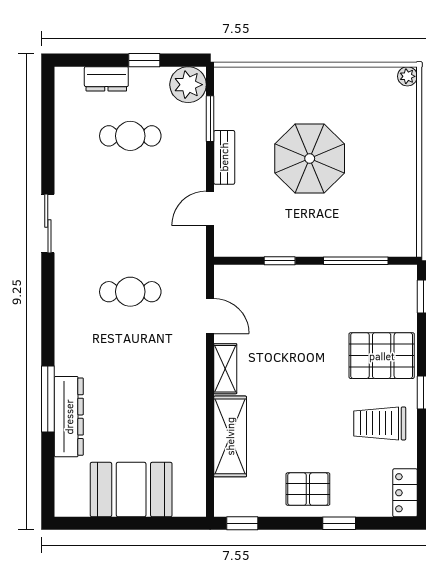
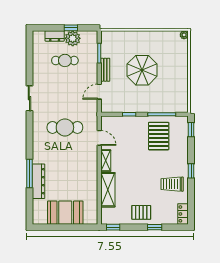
plant: (188, 85) -> (73, 38), moved
cafe table: (130, 292) -> (65, 127), width x1.37, depth x1.35
pallet: (382, 356) -> (159, 136), moved, turned 90

